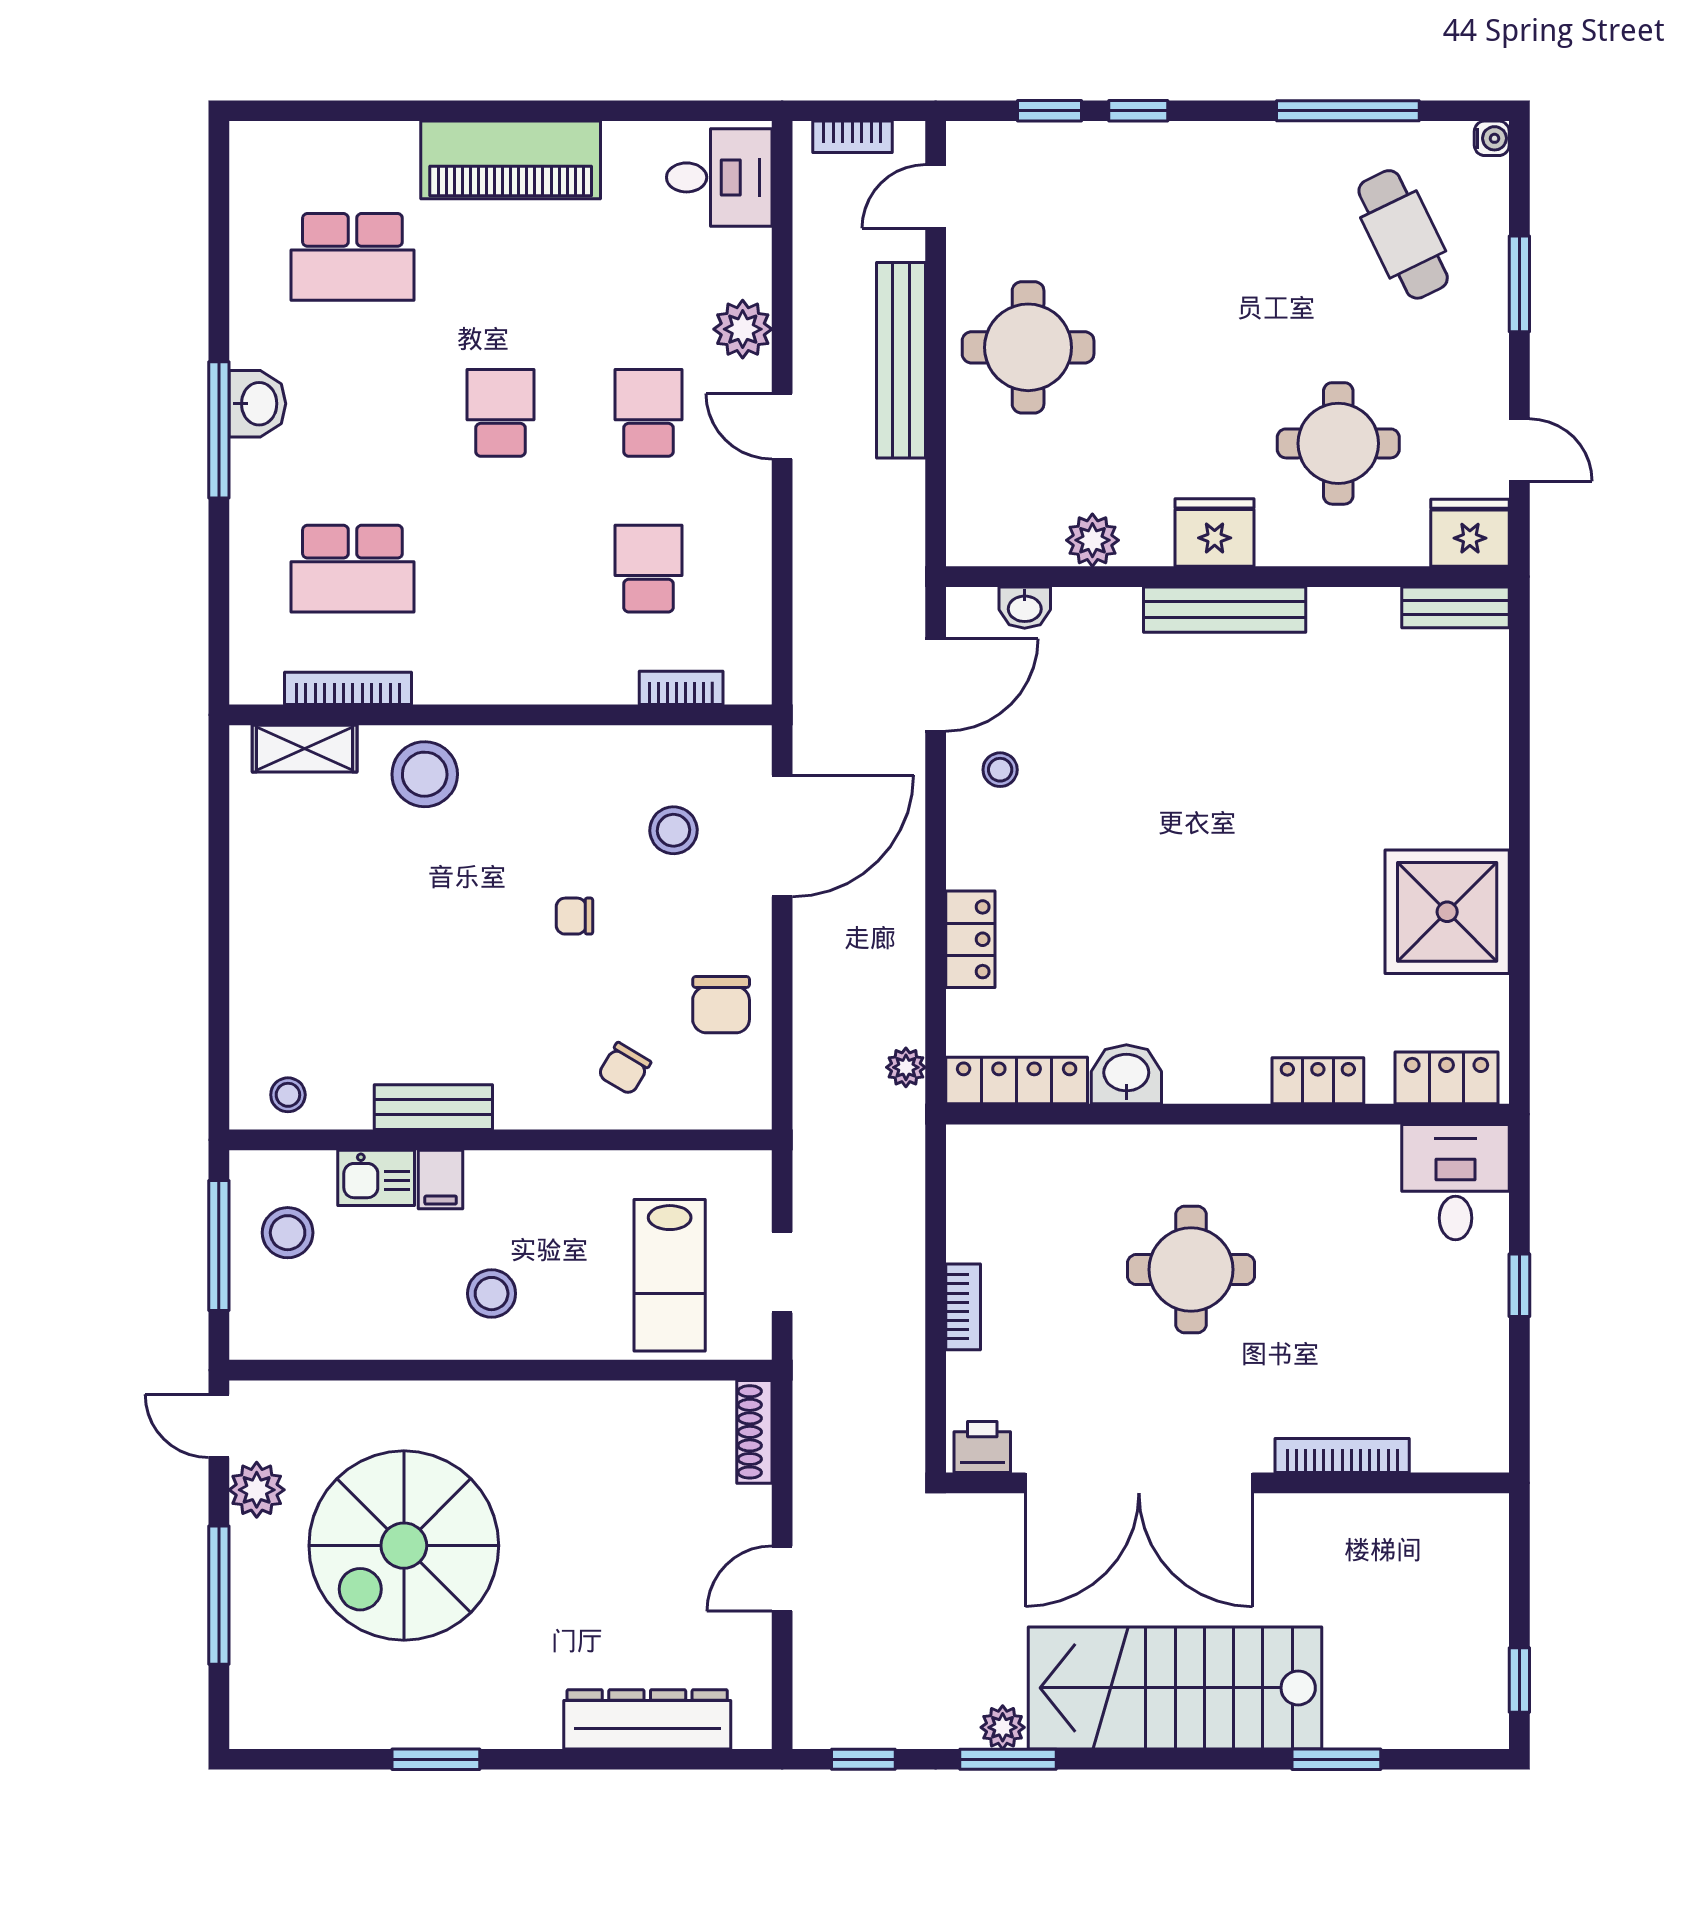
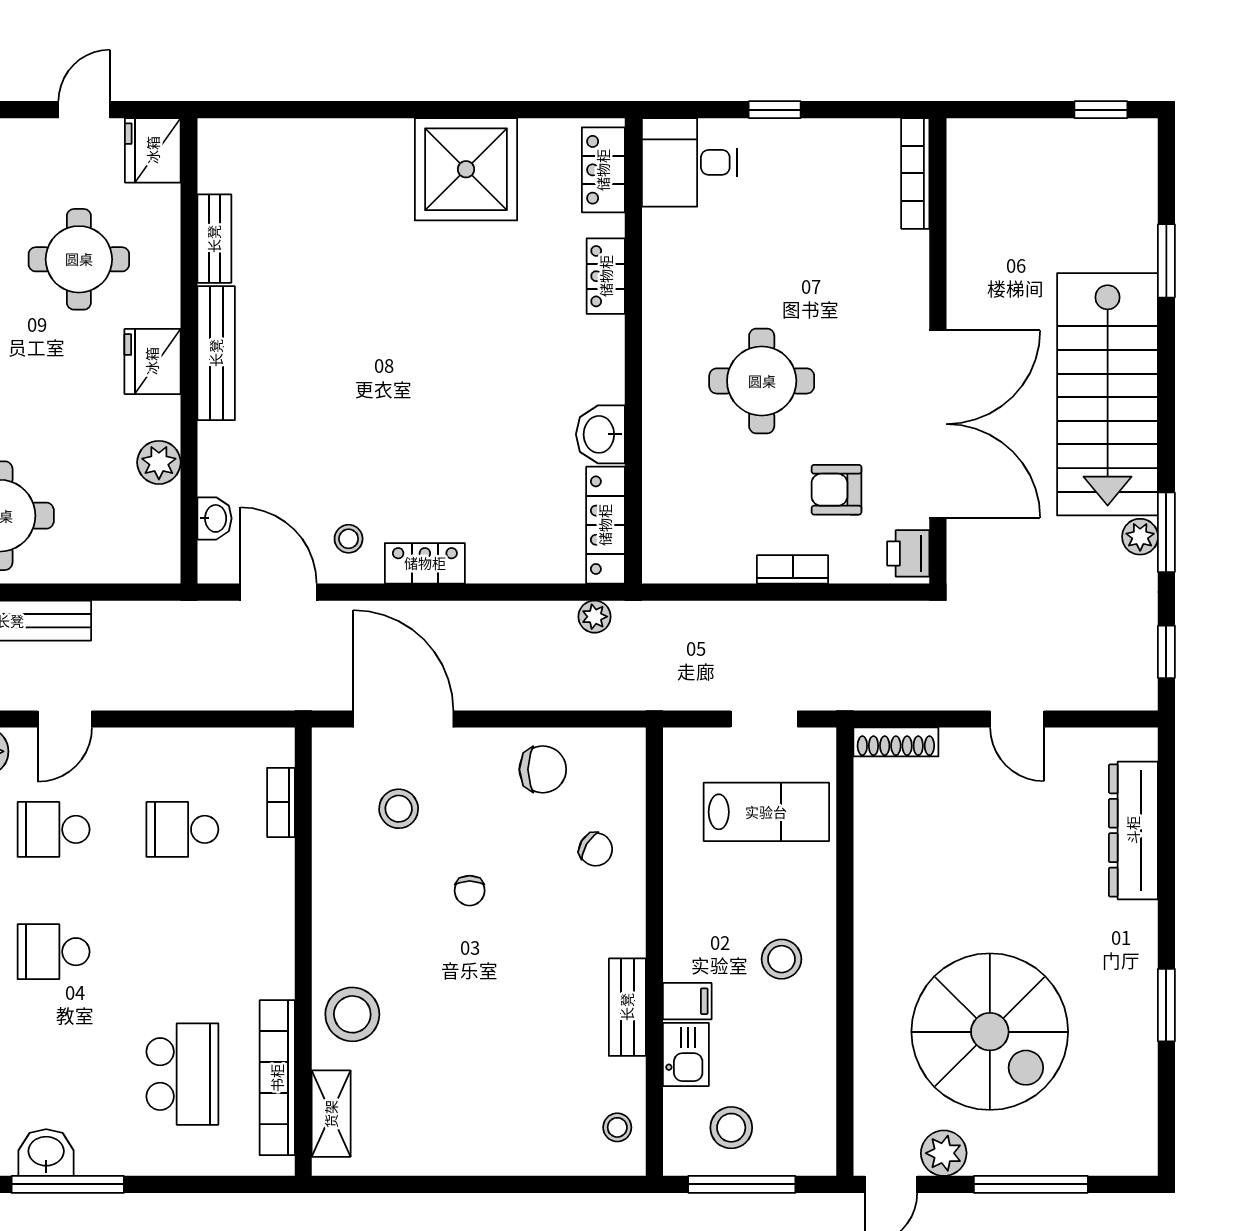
bench: (1455, 607) -> (214, 239), moved
bookcase: (348, 688) -> (277, 1078), width x1.48, depth x1.31
locker: (970, 939) -> (425, 563), moved
armchair: (1059, 1360) -> (836, 490), added
bookcase: (1342, 1455) -> (915, 173), moved

